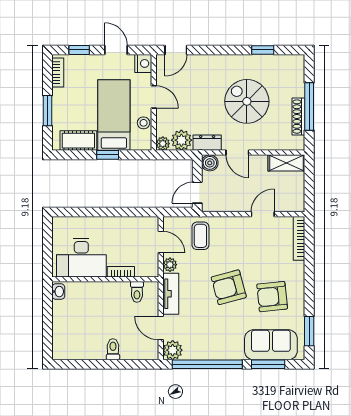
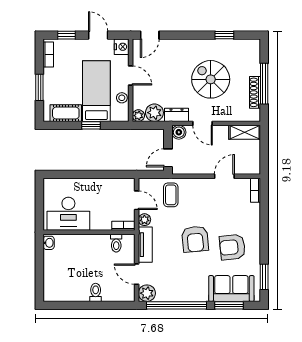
bookcase: (299, 238) -> (256, 190), width x0.64
bookcase: (121, 272) -> (123, 226), moved
armchair: (229, 287) -> (195, 239), turned -80

